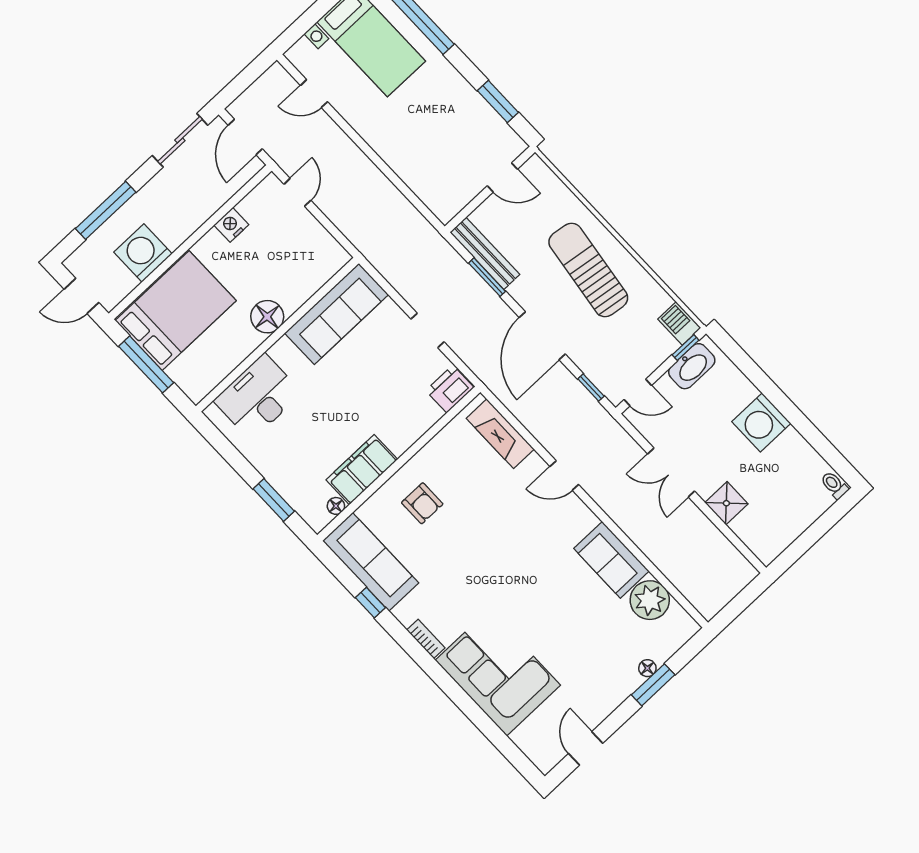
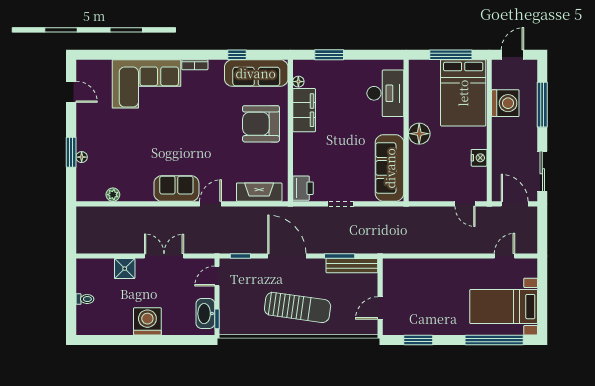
barbecue: (679, 324) -> (231, 327), removed
toilet: (834, 485) -> (85, 299), moved
armchair: (422, 503) -> (261, 124), width x1.88, depth x1.88
sofa: (611, 560) -> (176, 188), moved
plant: (650, 600) -> (113, 195), width x0.53, depth x0.53

